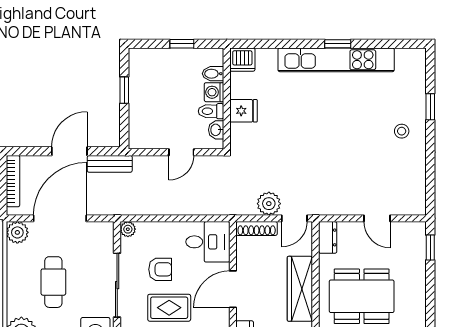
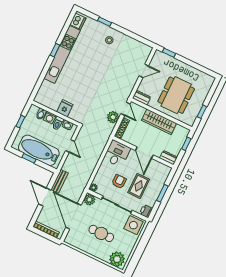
dishwasher: (242, 60) -> (78, 21), moved
bathtub: (147, 101) -> (39, 150), added
plant: (17, 232) -> (89, 200), moved

